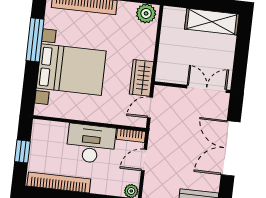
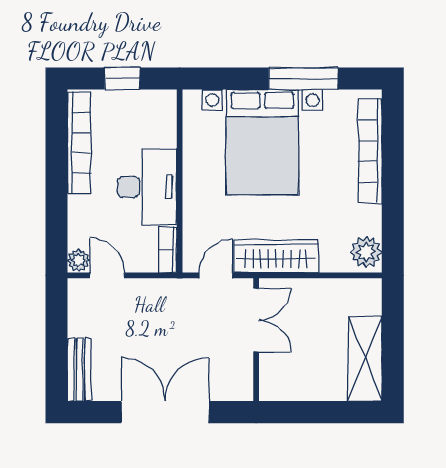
wardrobe: (142, 78) -> (276, 256), width x1.50
double door: (207, 89) -> (256, 320), moved
door: (150, 108) -> (216, 275), hinge flipped
door: (144, 160) -> (107, 275), moved

